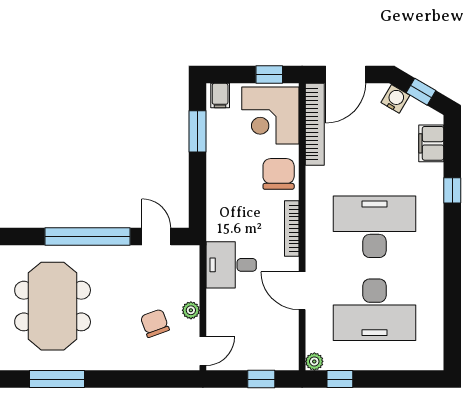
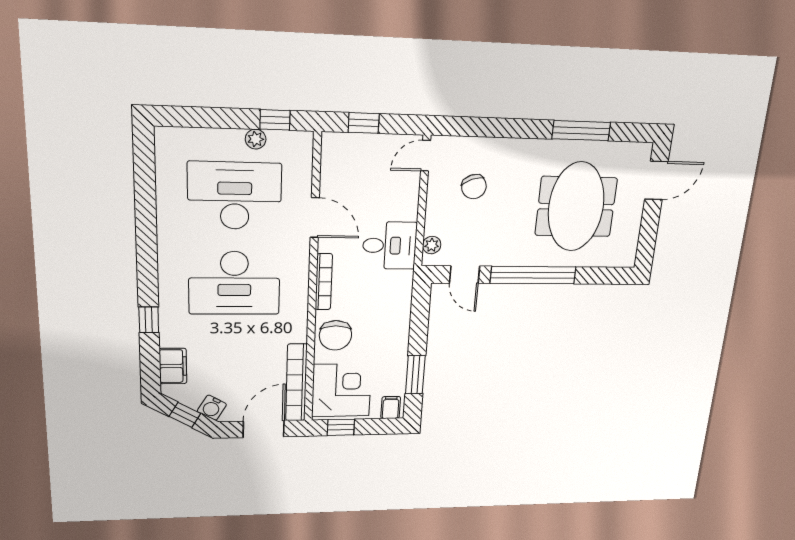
plant: (191, 310) -> (432, 245), moved
plant: (314, 361) -> (256, 139), moved

